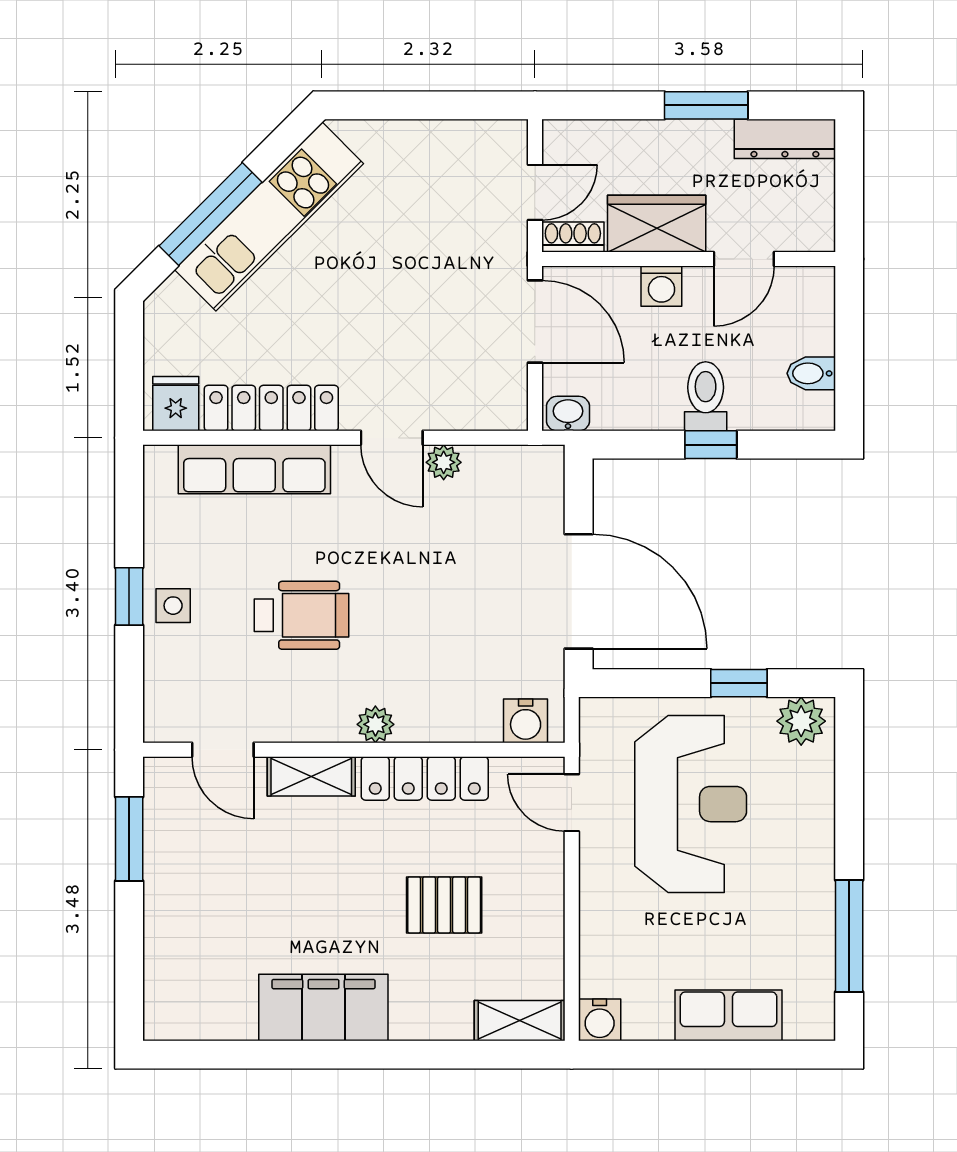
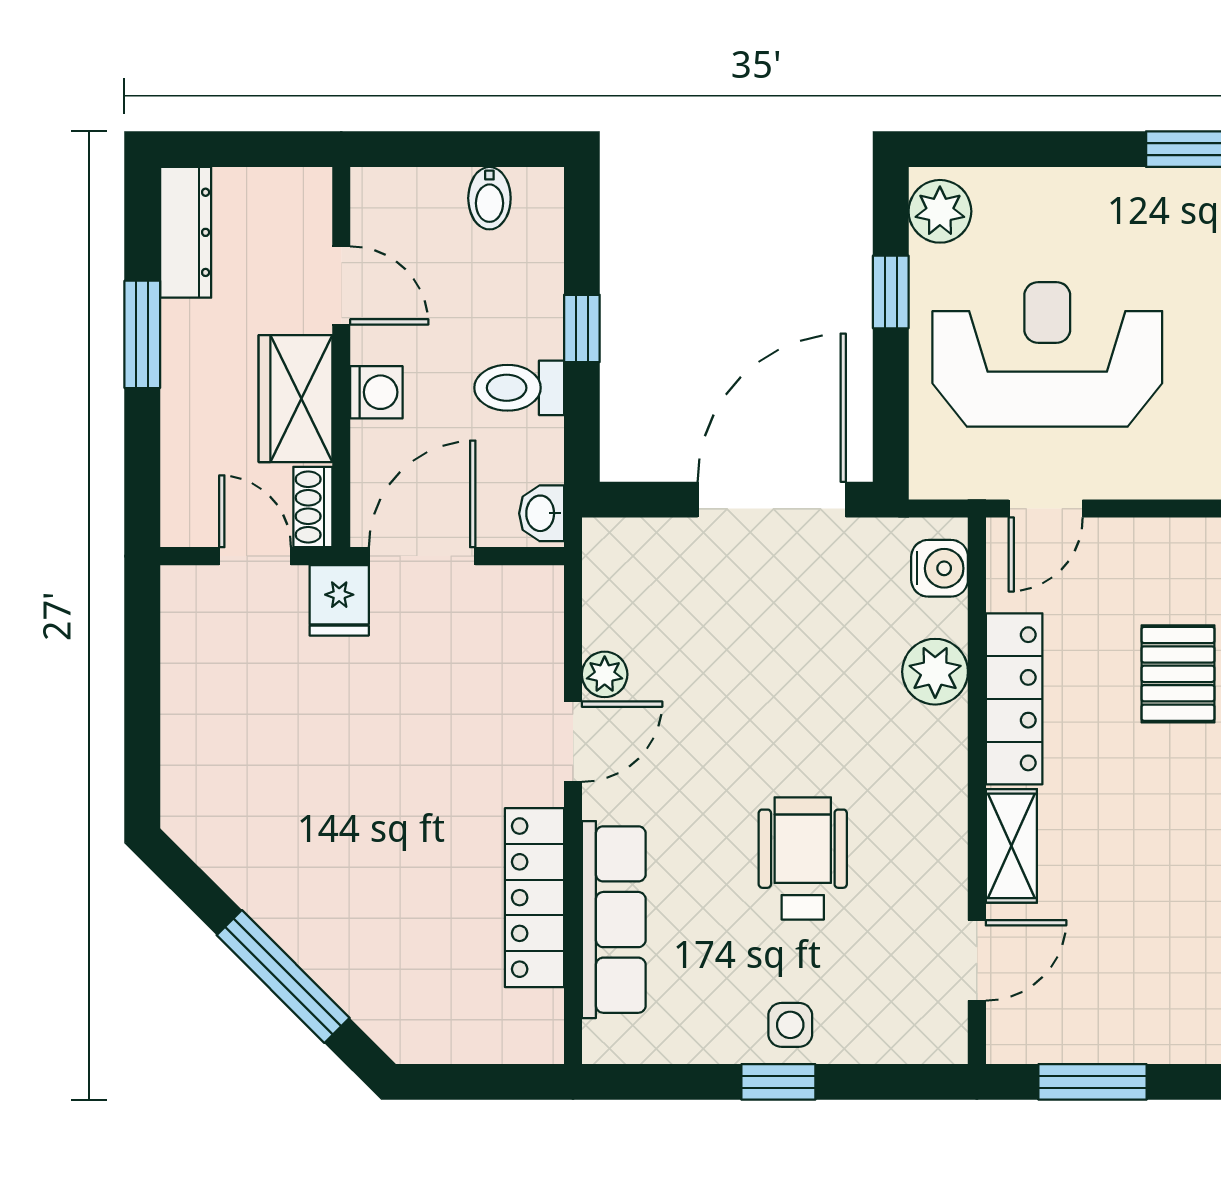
kitchen unit: (269, 217) -> (286, 901), removed
toilet: (706, 396) -> (519, 388), moved
fridge: (176, 404) -> (339, 600), moved, turned -90
plant: (375, 724) -> (935, 672), moved, width x1.38, depth x1.38

